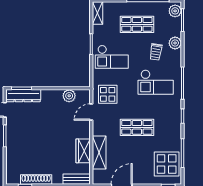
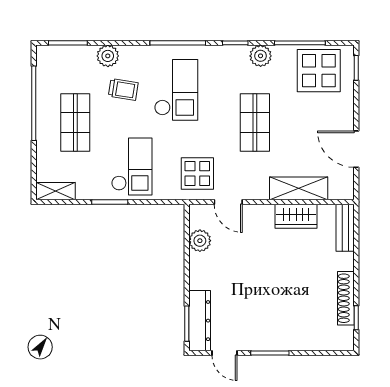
plant: (175, 11) -> (261, 56), moved

